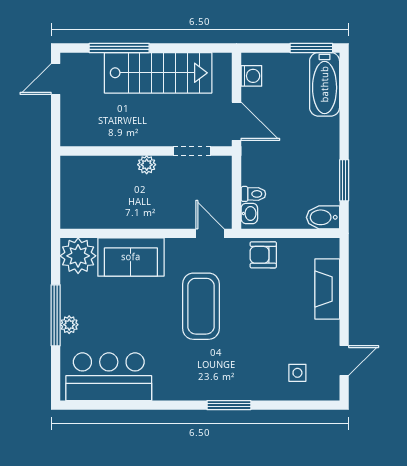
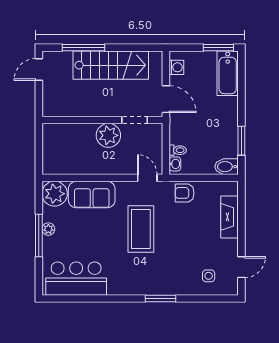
plant: (147, 165) -> (108, 135), width x1.87, depth x1.87
plant: (69, 325) -> (48, 229), moved

